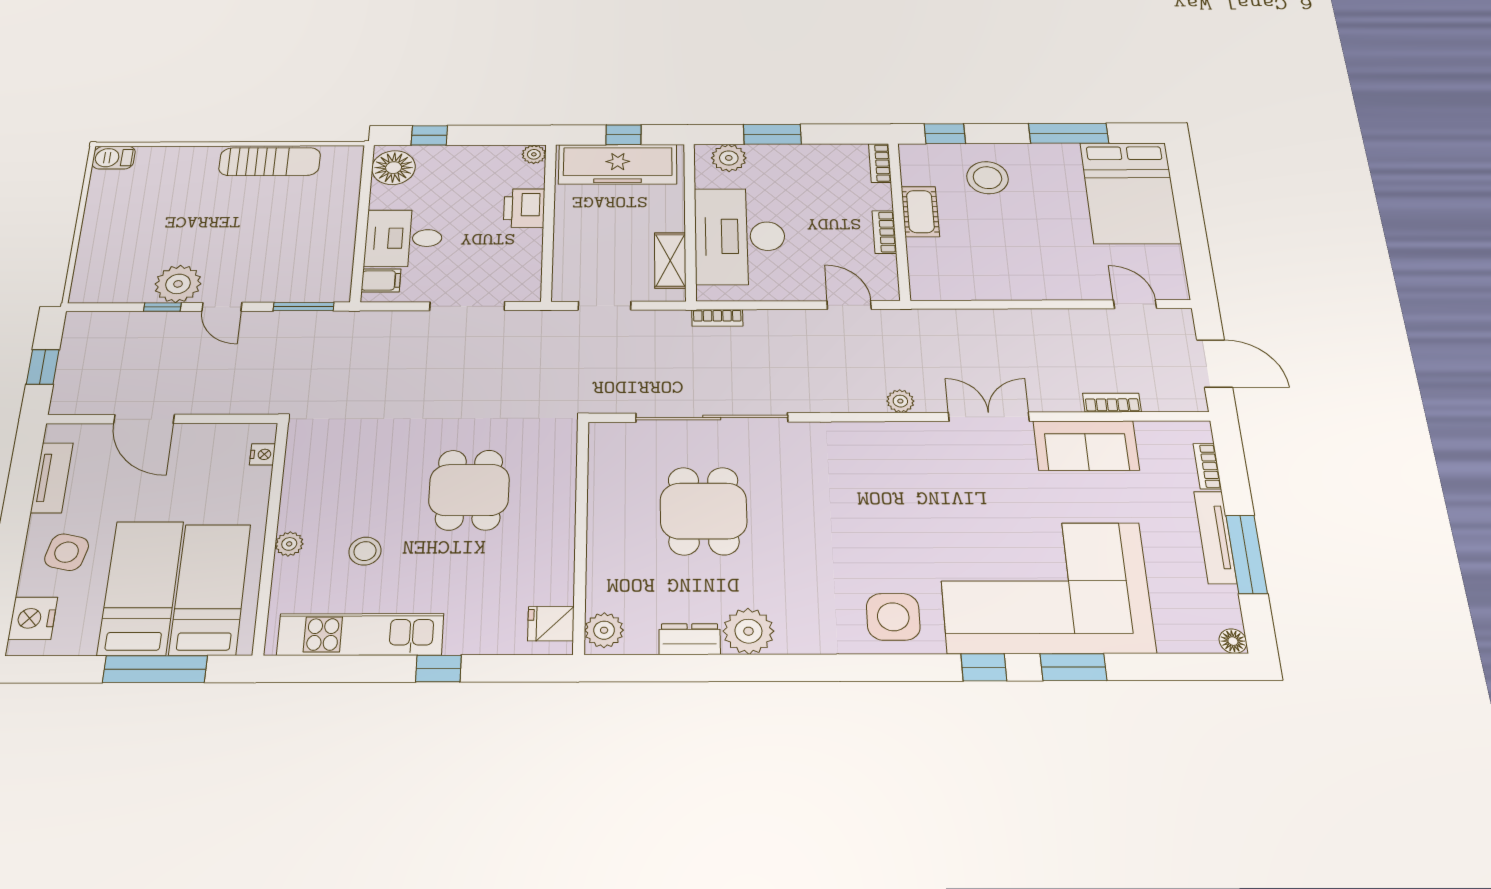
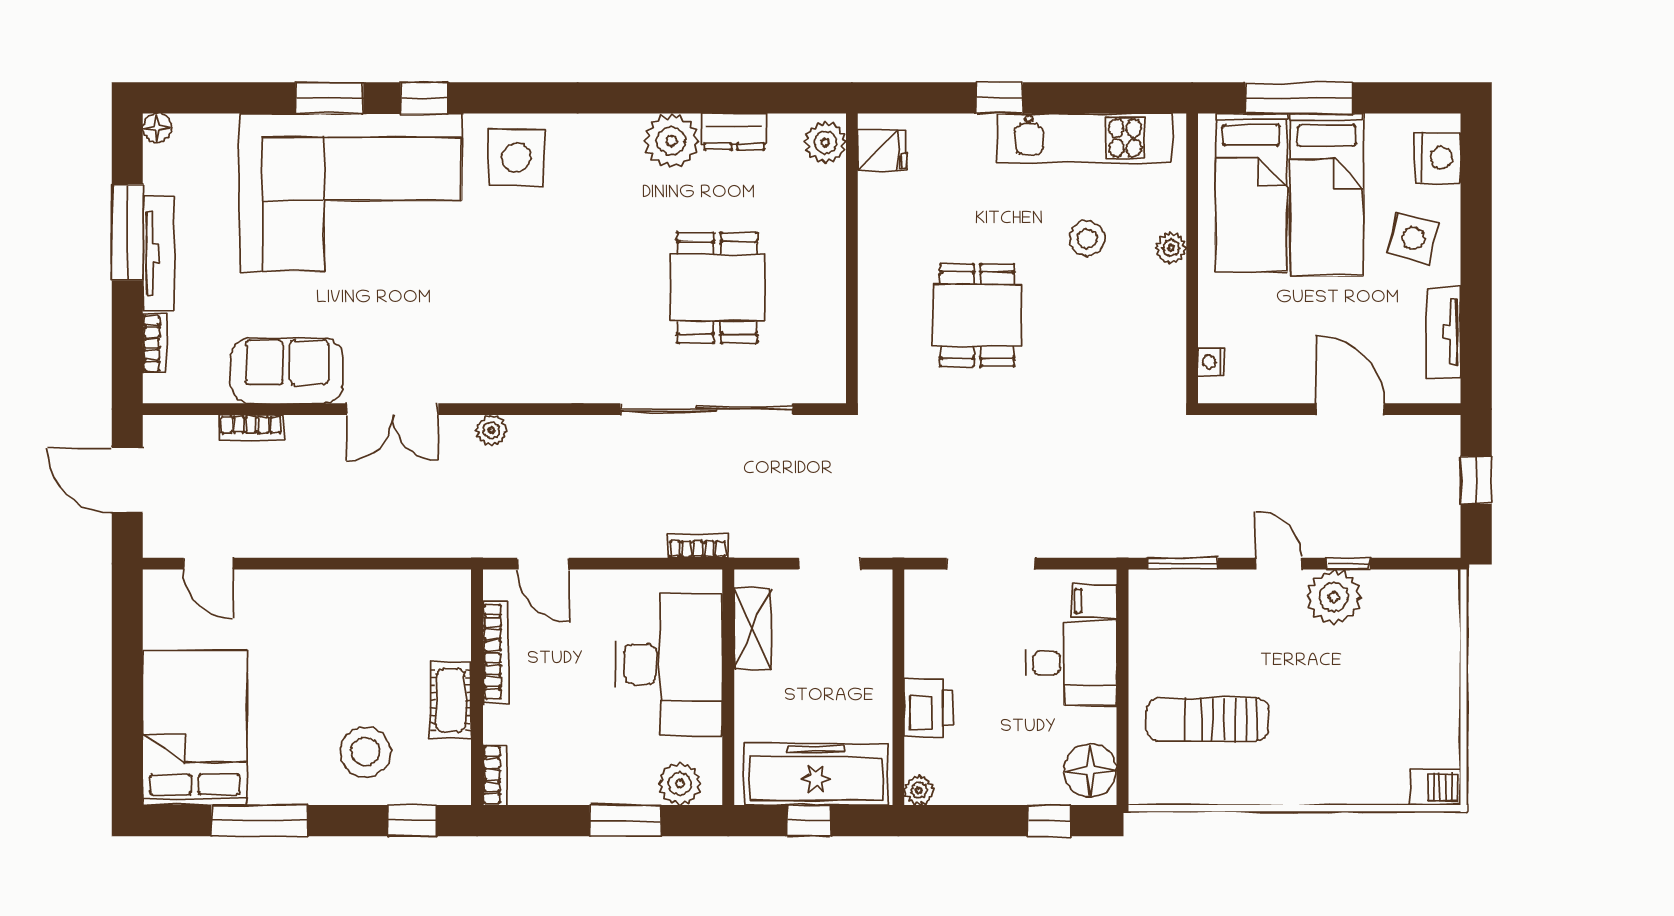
sun lounger: (270, 162) -> (1208, 719), moved
bookcase: (884, 232) -> (496, 652), width x1.56

